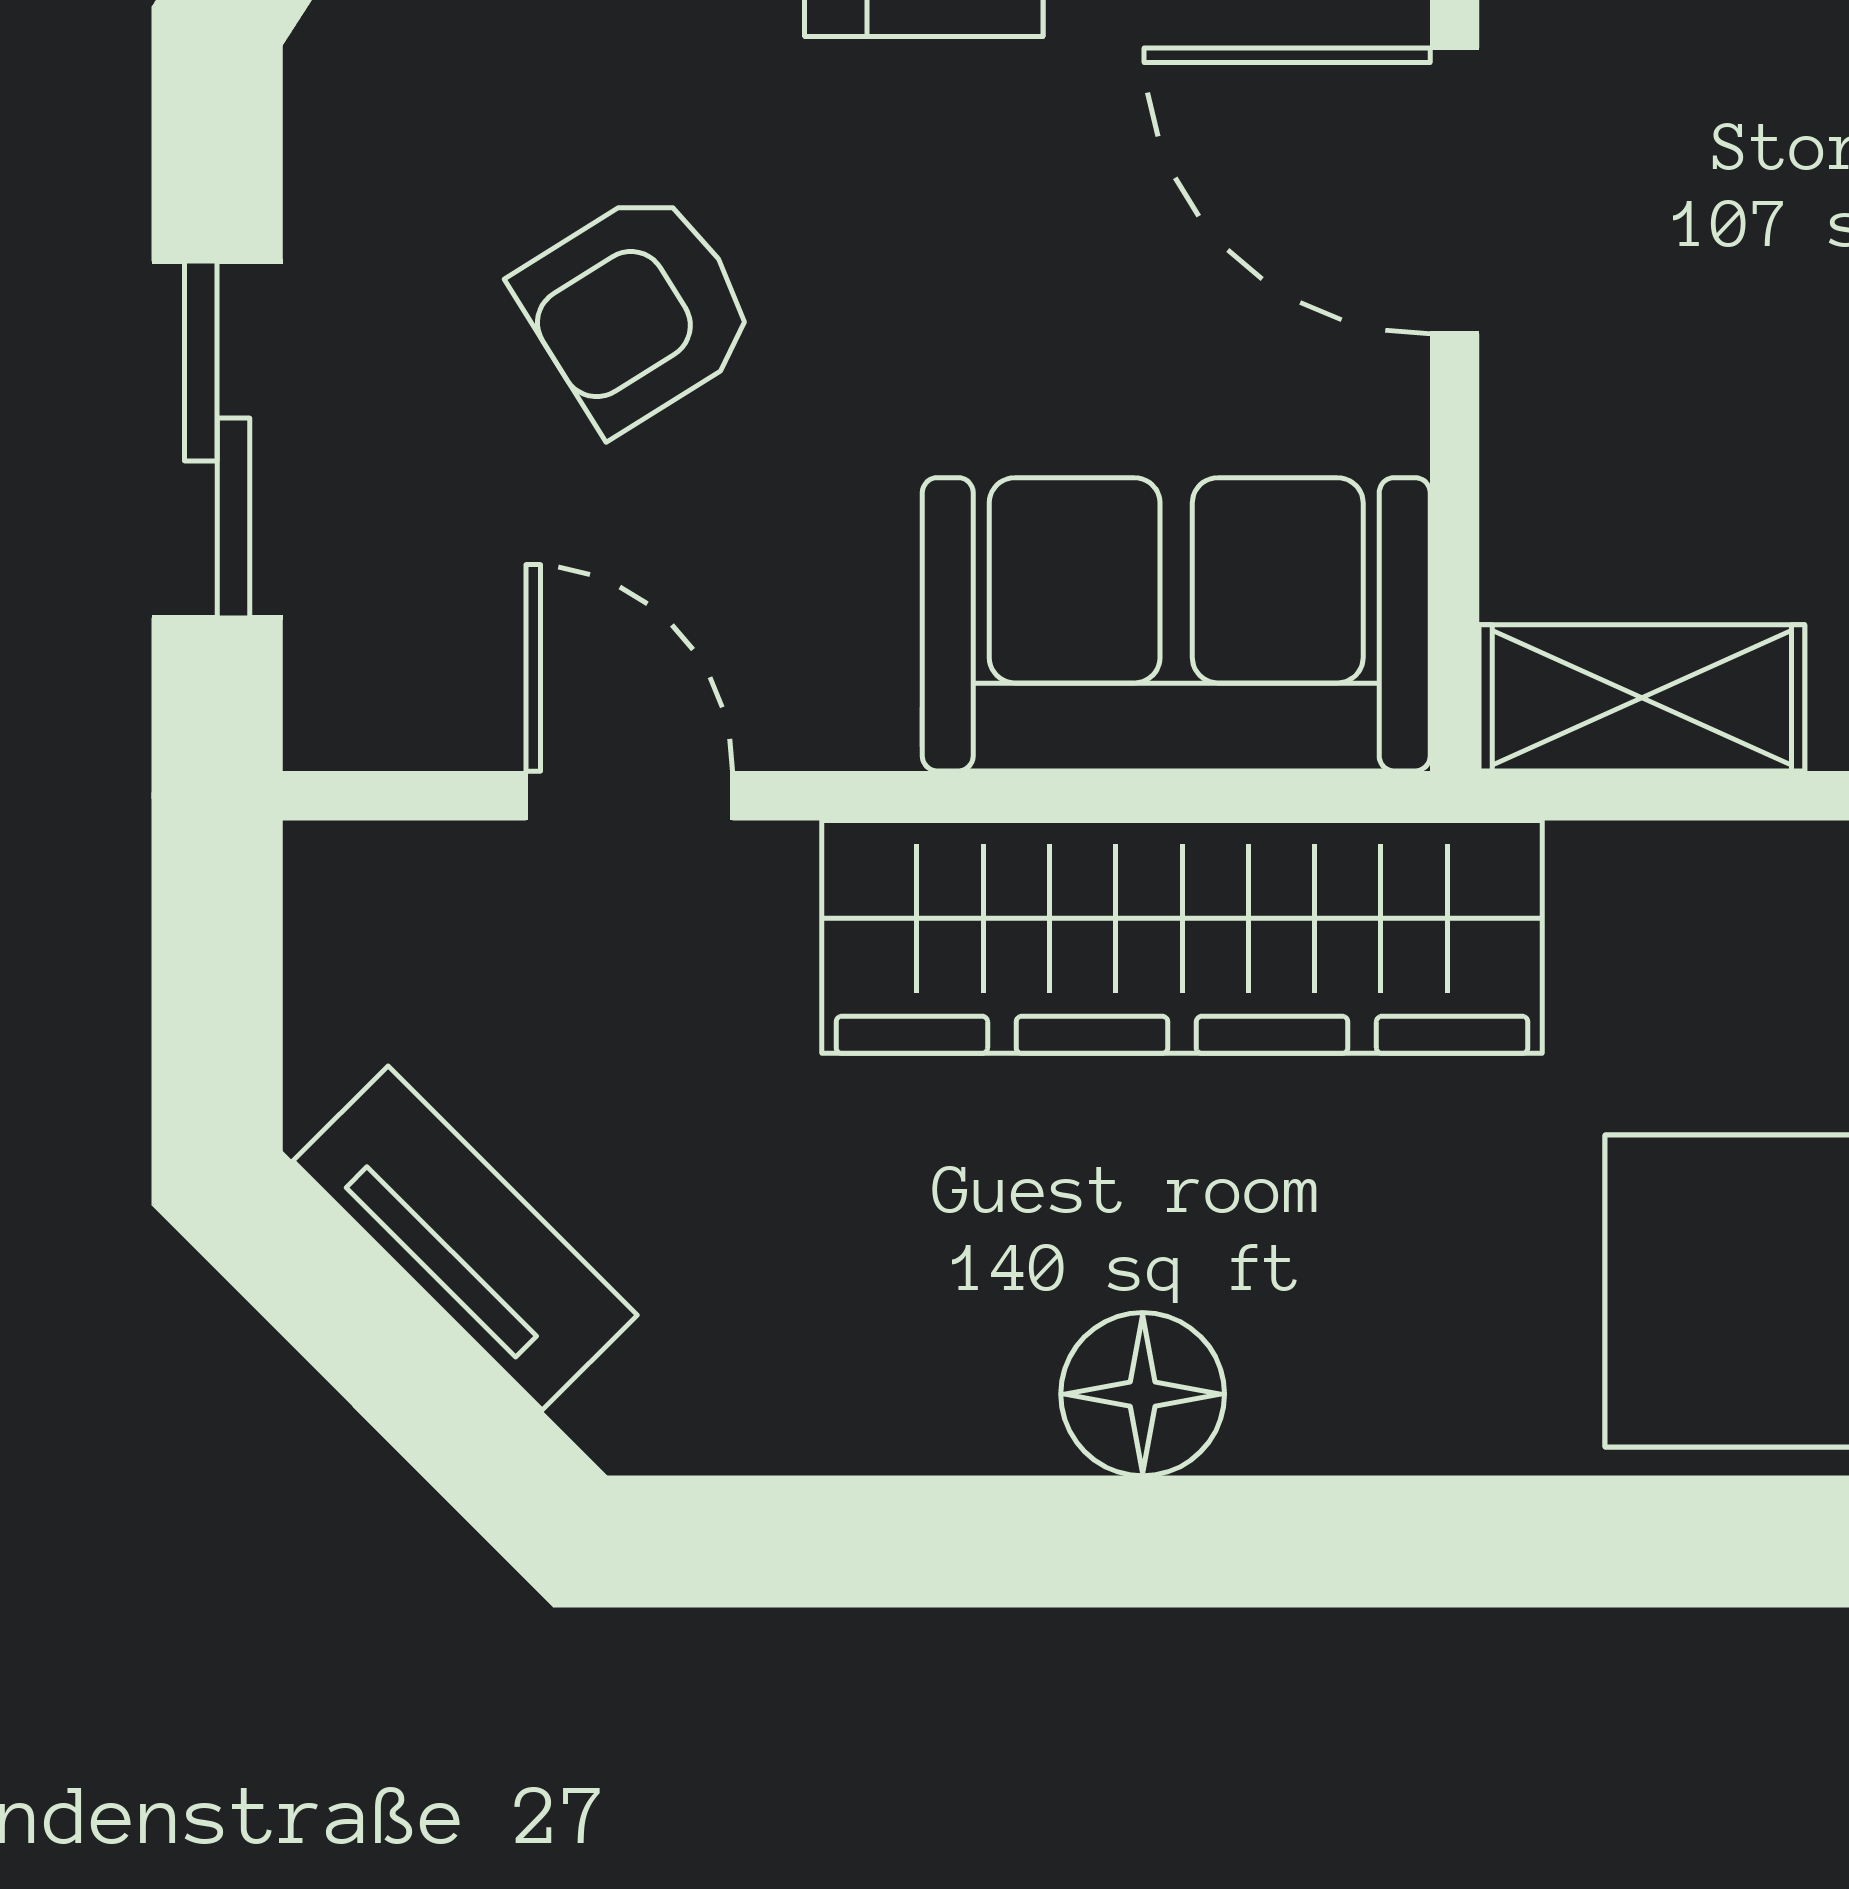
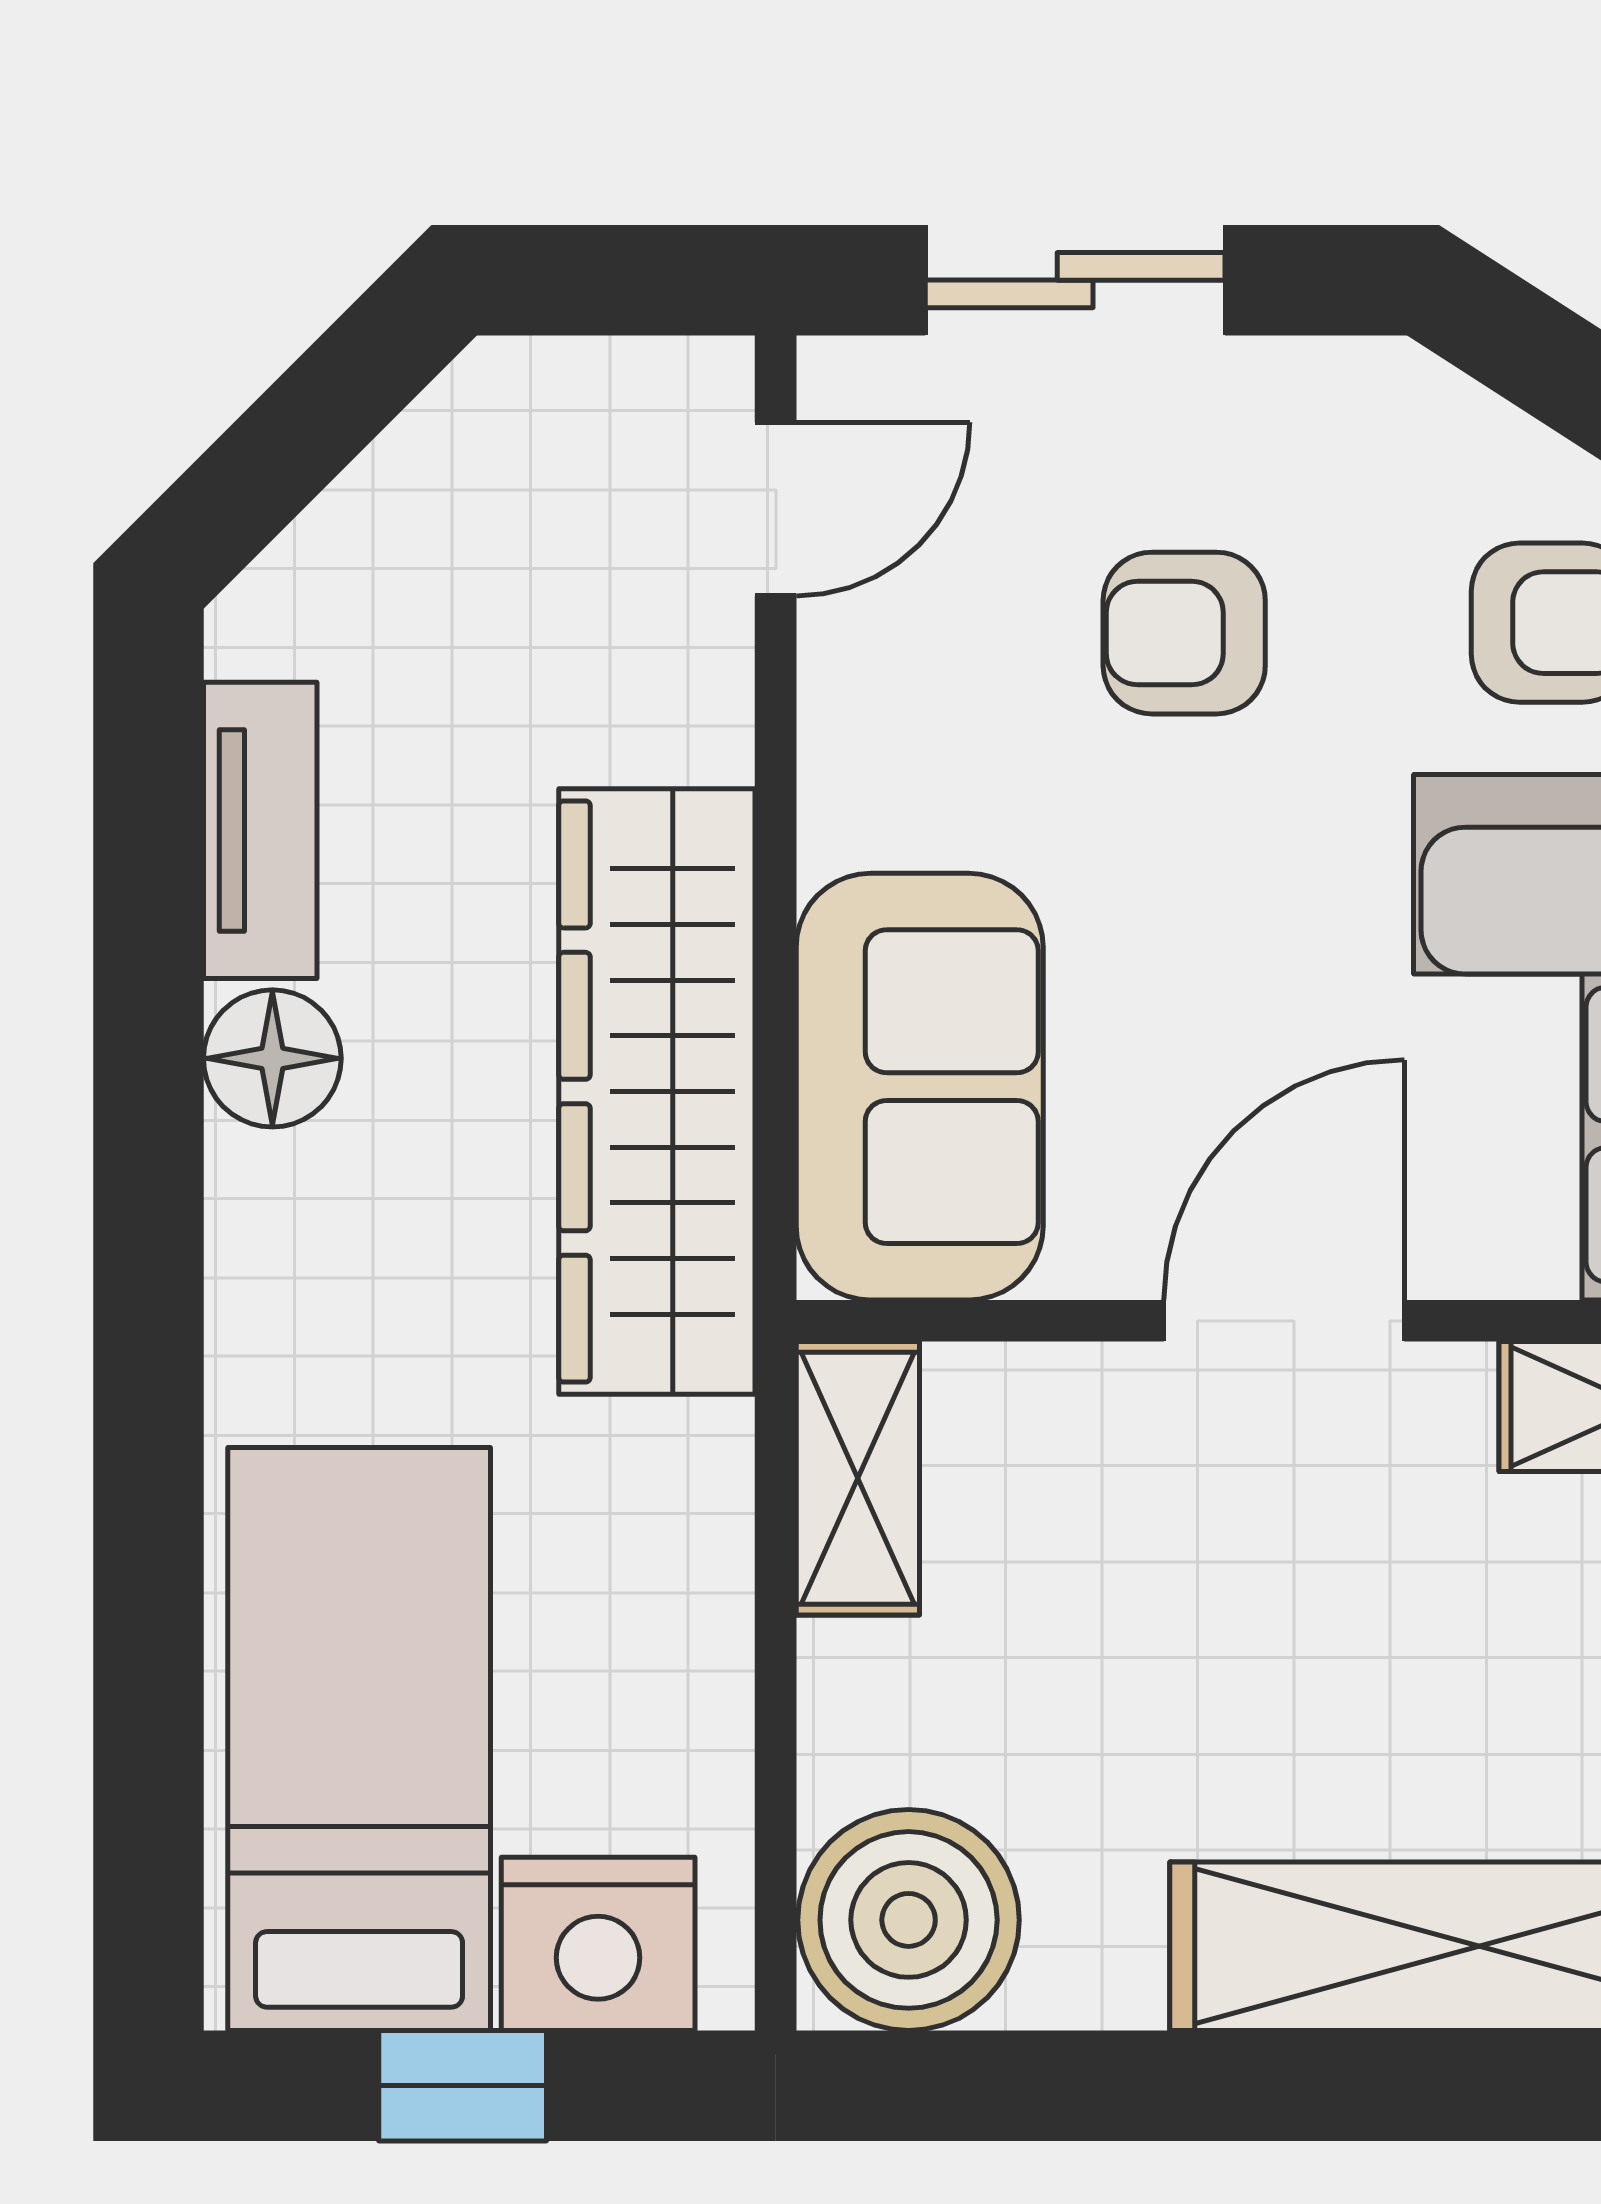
armchair: (637, 310) -> (1184, 633), turned -58
door: (629, 796) -> (776, 509), moved
tv unit: (465, 1238) -> (260, 830), moved, turned -45

